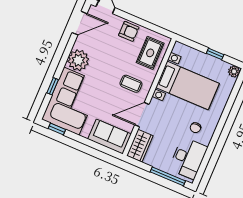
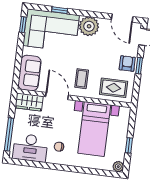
window: (135, 20) -> (139, 66), added
armchair: (129, 31) -> (127, 64), turned 180

